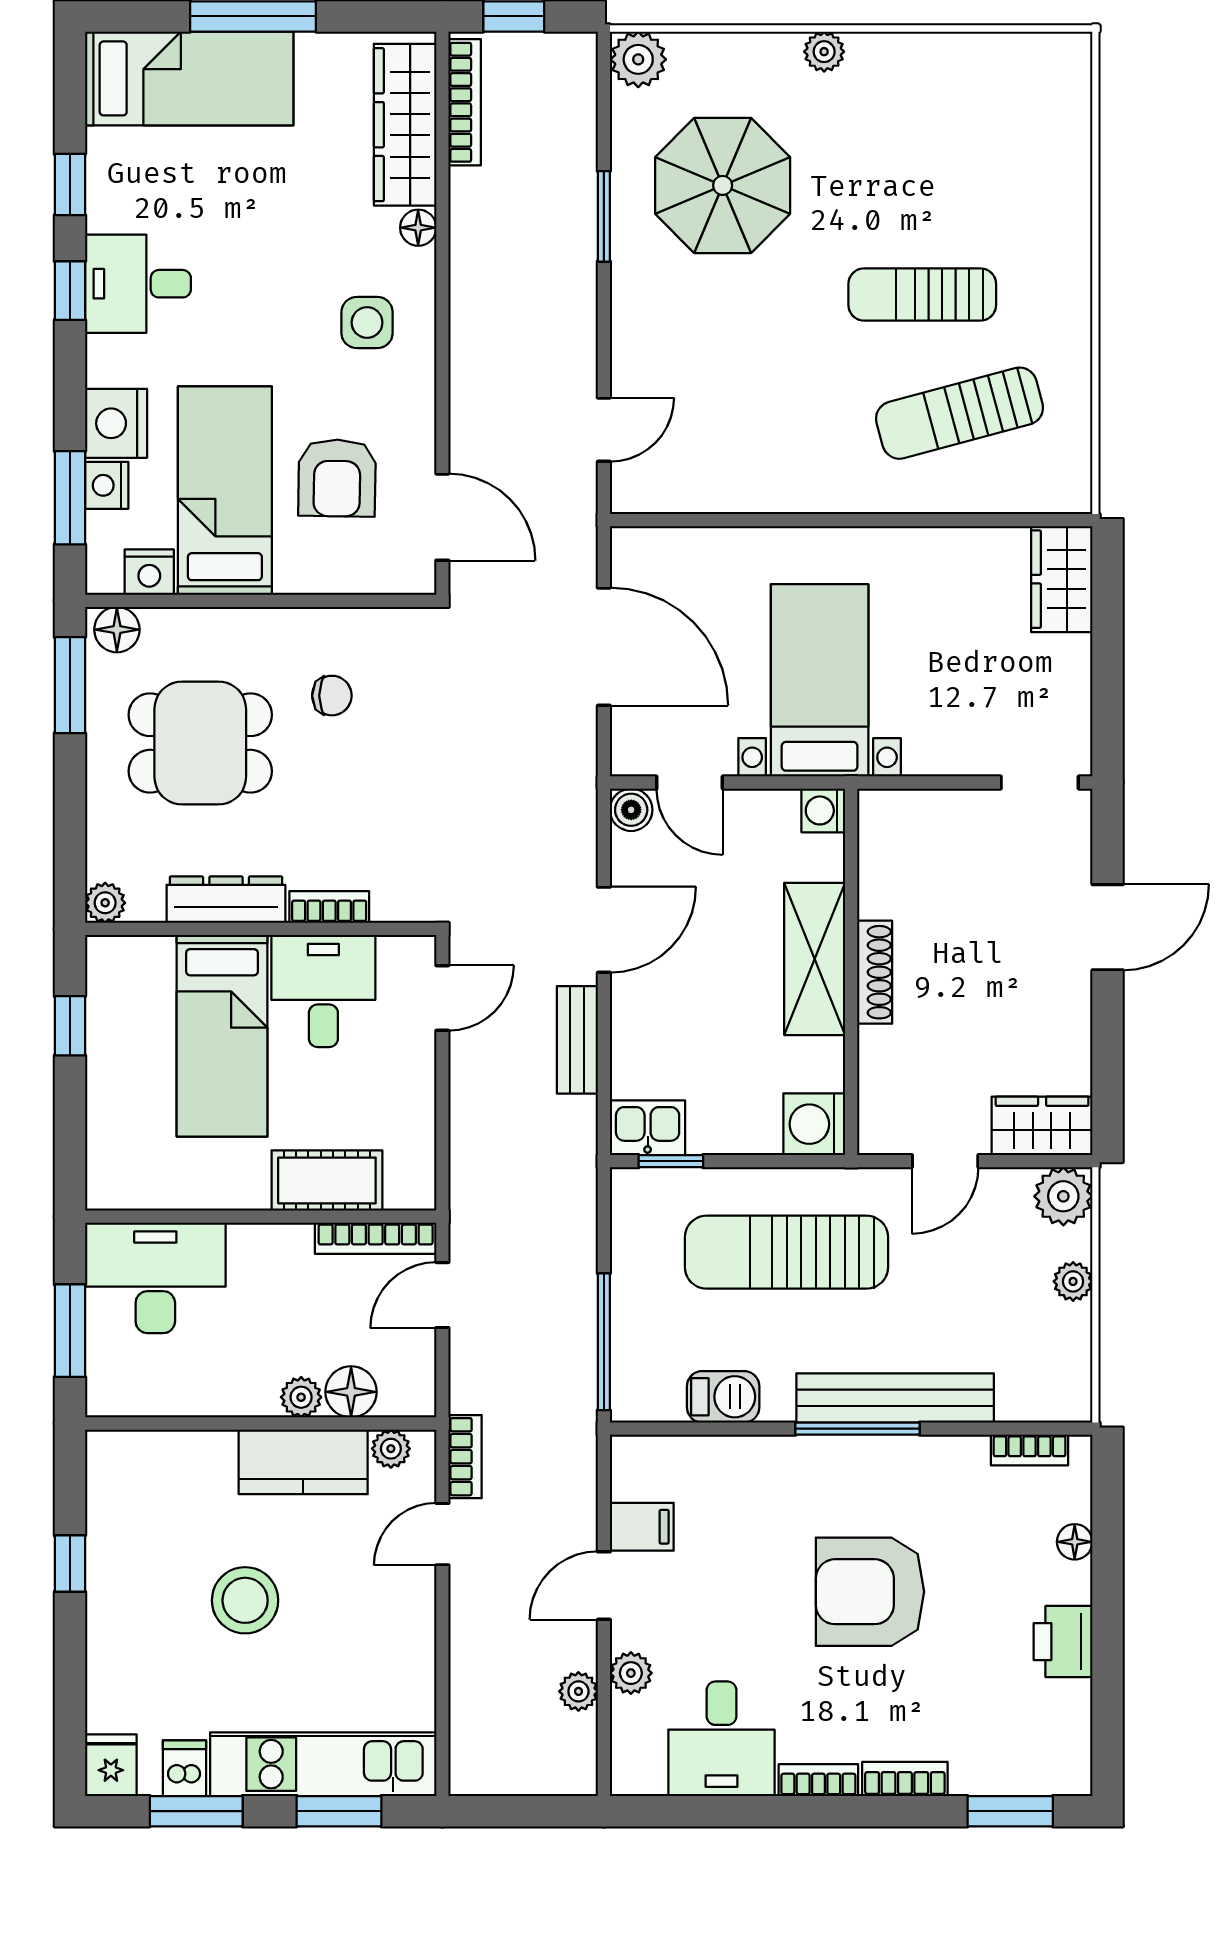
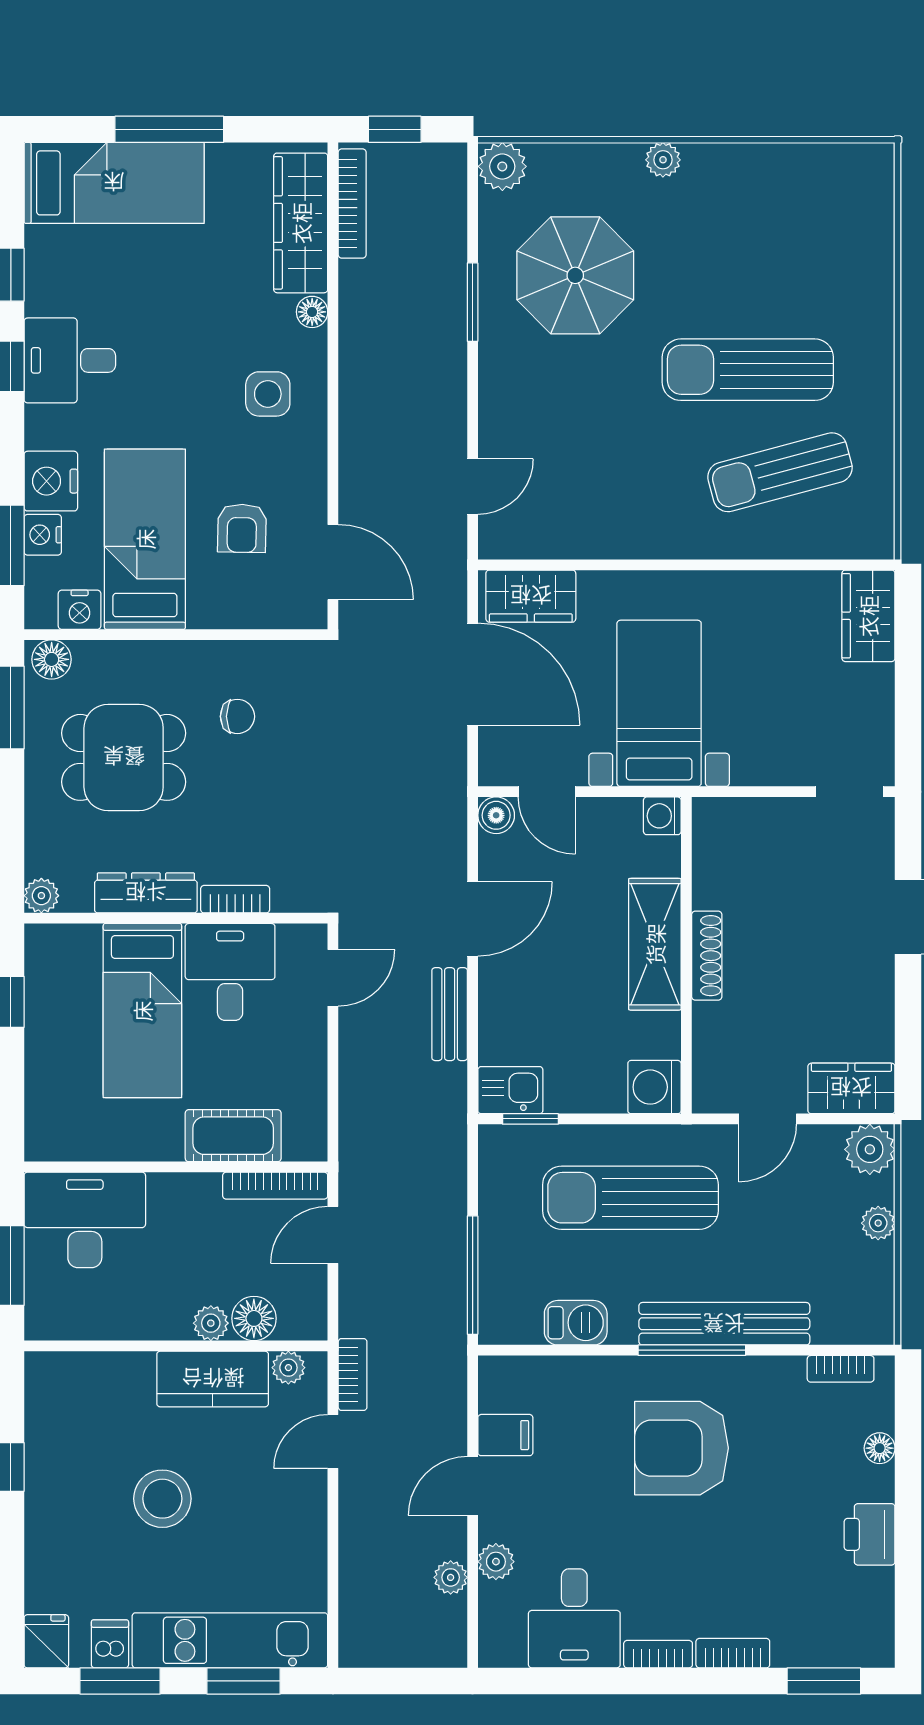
sun lounger: (922, 294) -> (748, 370), width x1.36, depth x1.34
armchair: (337, 478) -> (242, 528), width x0.72, depth x0.72
wardrobe: (671, 556) -> (531, 596), added
armchair: (870, 1592) -> (681, 1448), moved

